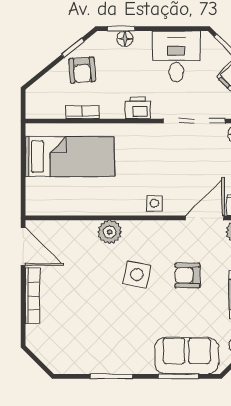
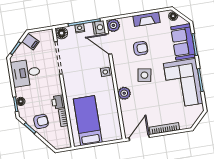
printer: (138, 108) -> (58, 102), moved
armchair: (187, 275) -> (141, 48), turned -90
corner sofa: (110, 344) -> (183, 83), added

